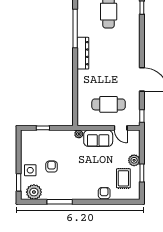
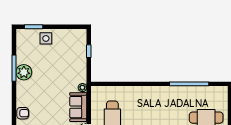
dresser: (83, 53) -> (164, 92), removed
armchair: (52, 167) -> (50, 60), removed
plant: (34, 192) -> (24, 72), moved

